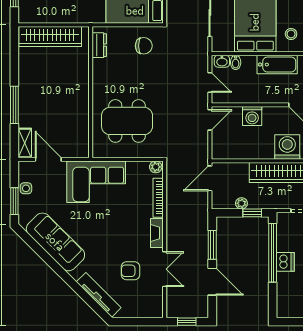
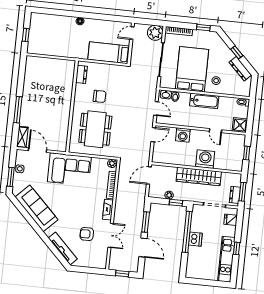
wardrobe: (50, 36) -> (48, 65), removed
chair: (144, 46) -> (100, 96), moved
dining table: (127, 121) -> (95, 129), turned 90

